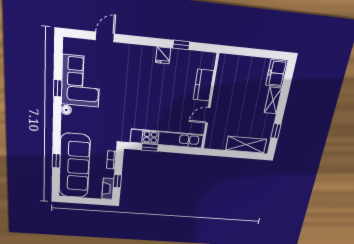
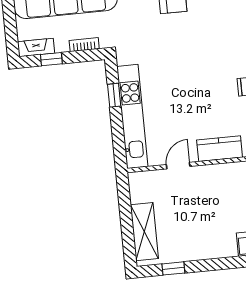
shelving: (273, 100) -> (217, 250), removed
door: (208, 115) -> (178, 166), hinge flipped

